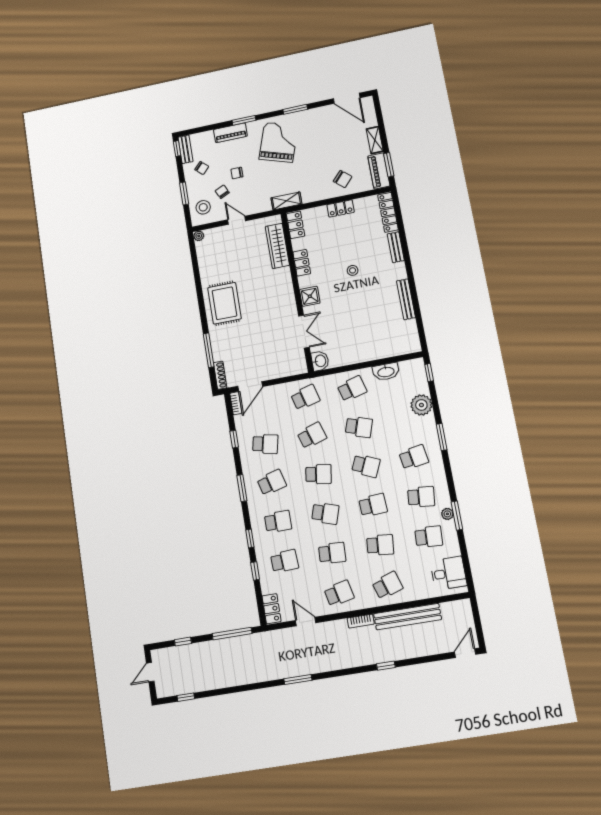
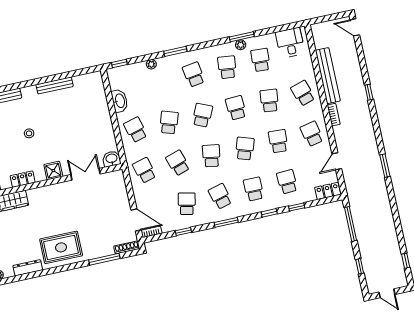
dresser: (205, 267) -> (28, 268), added
plant: (421, 405) -> (151, 64), width x0.53, depth x0.53

